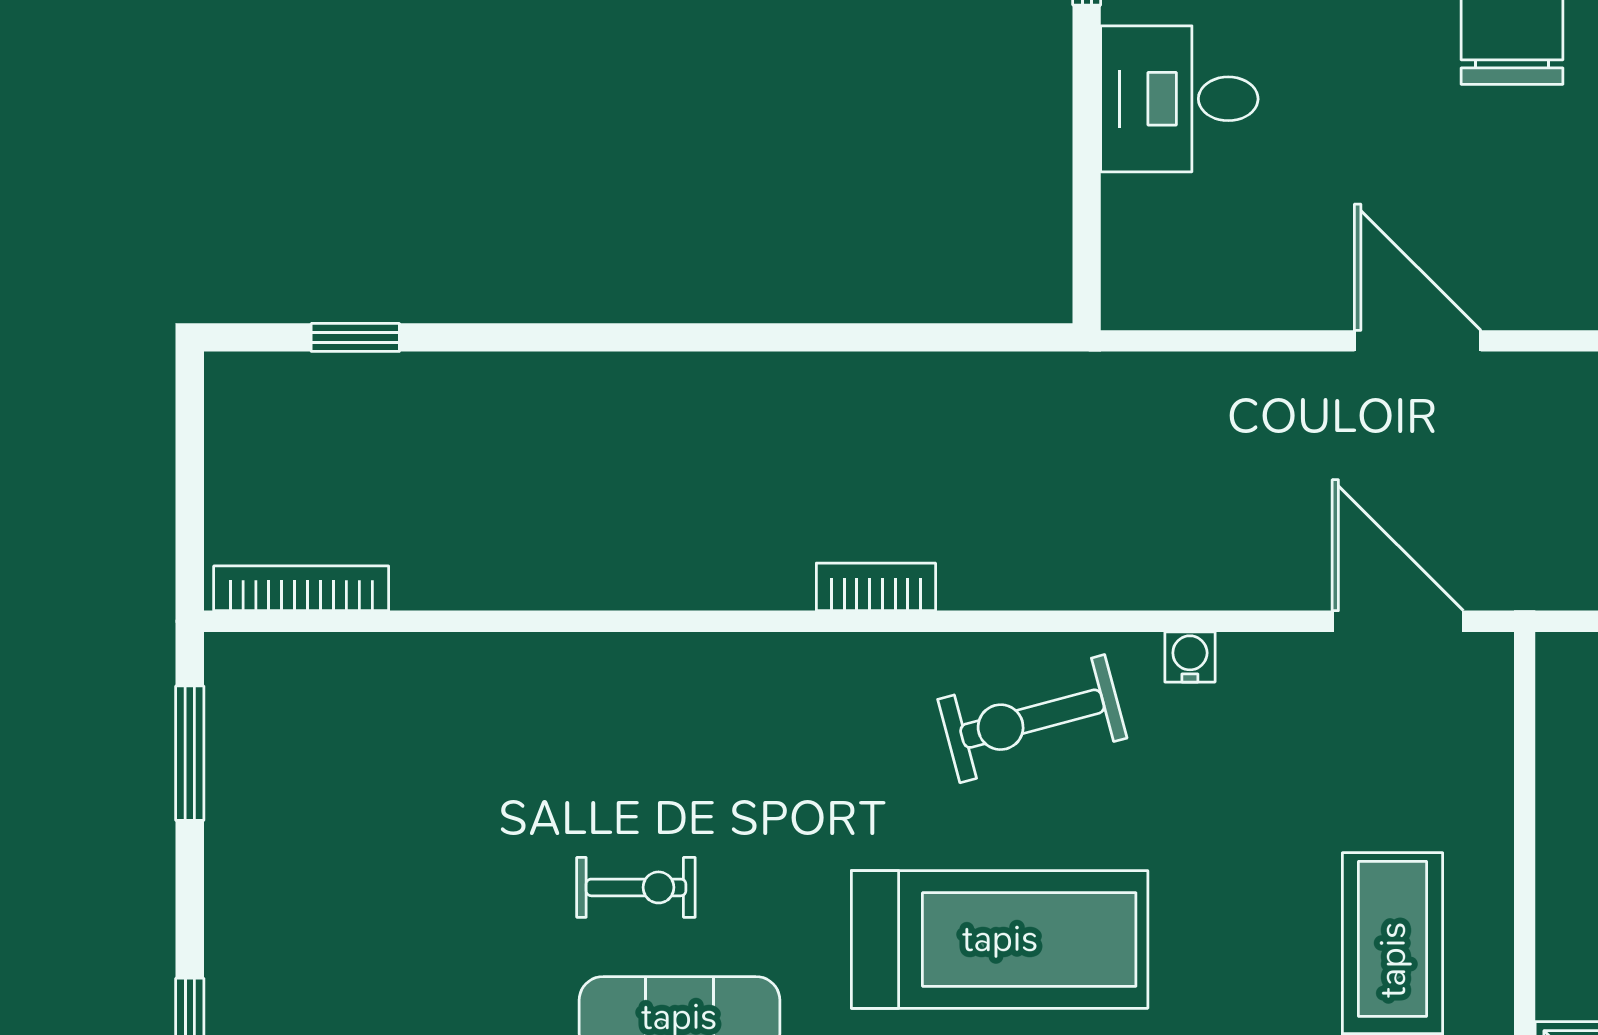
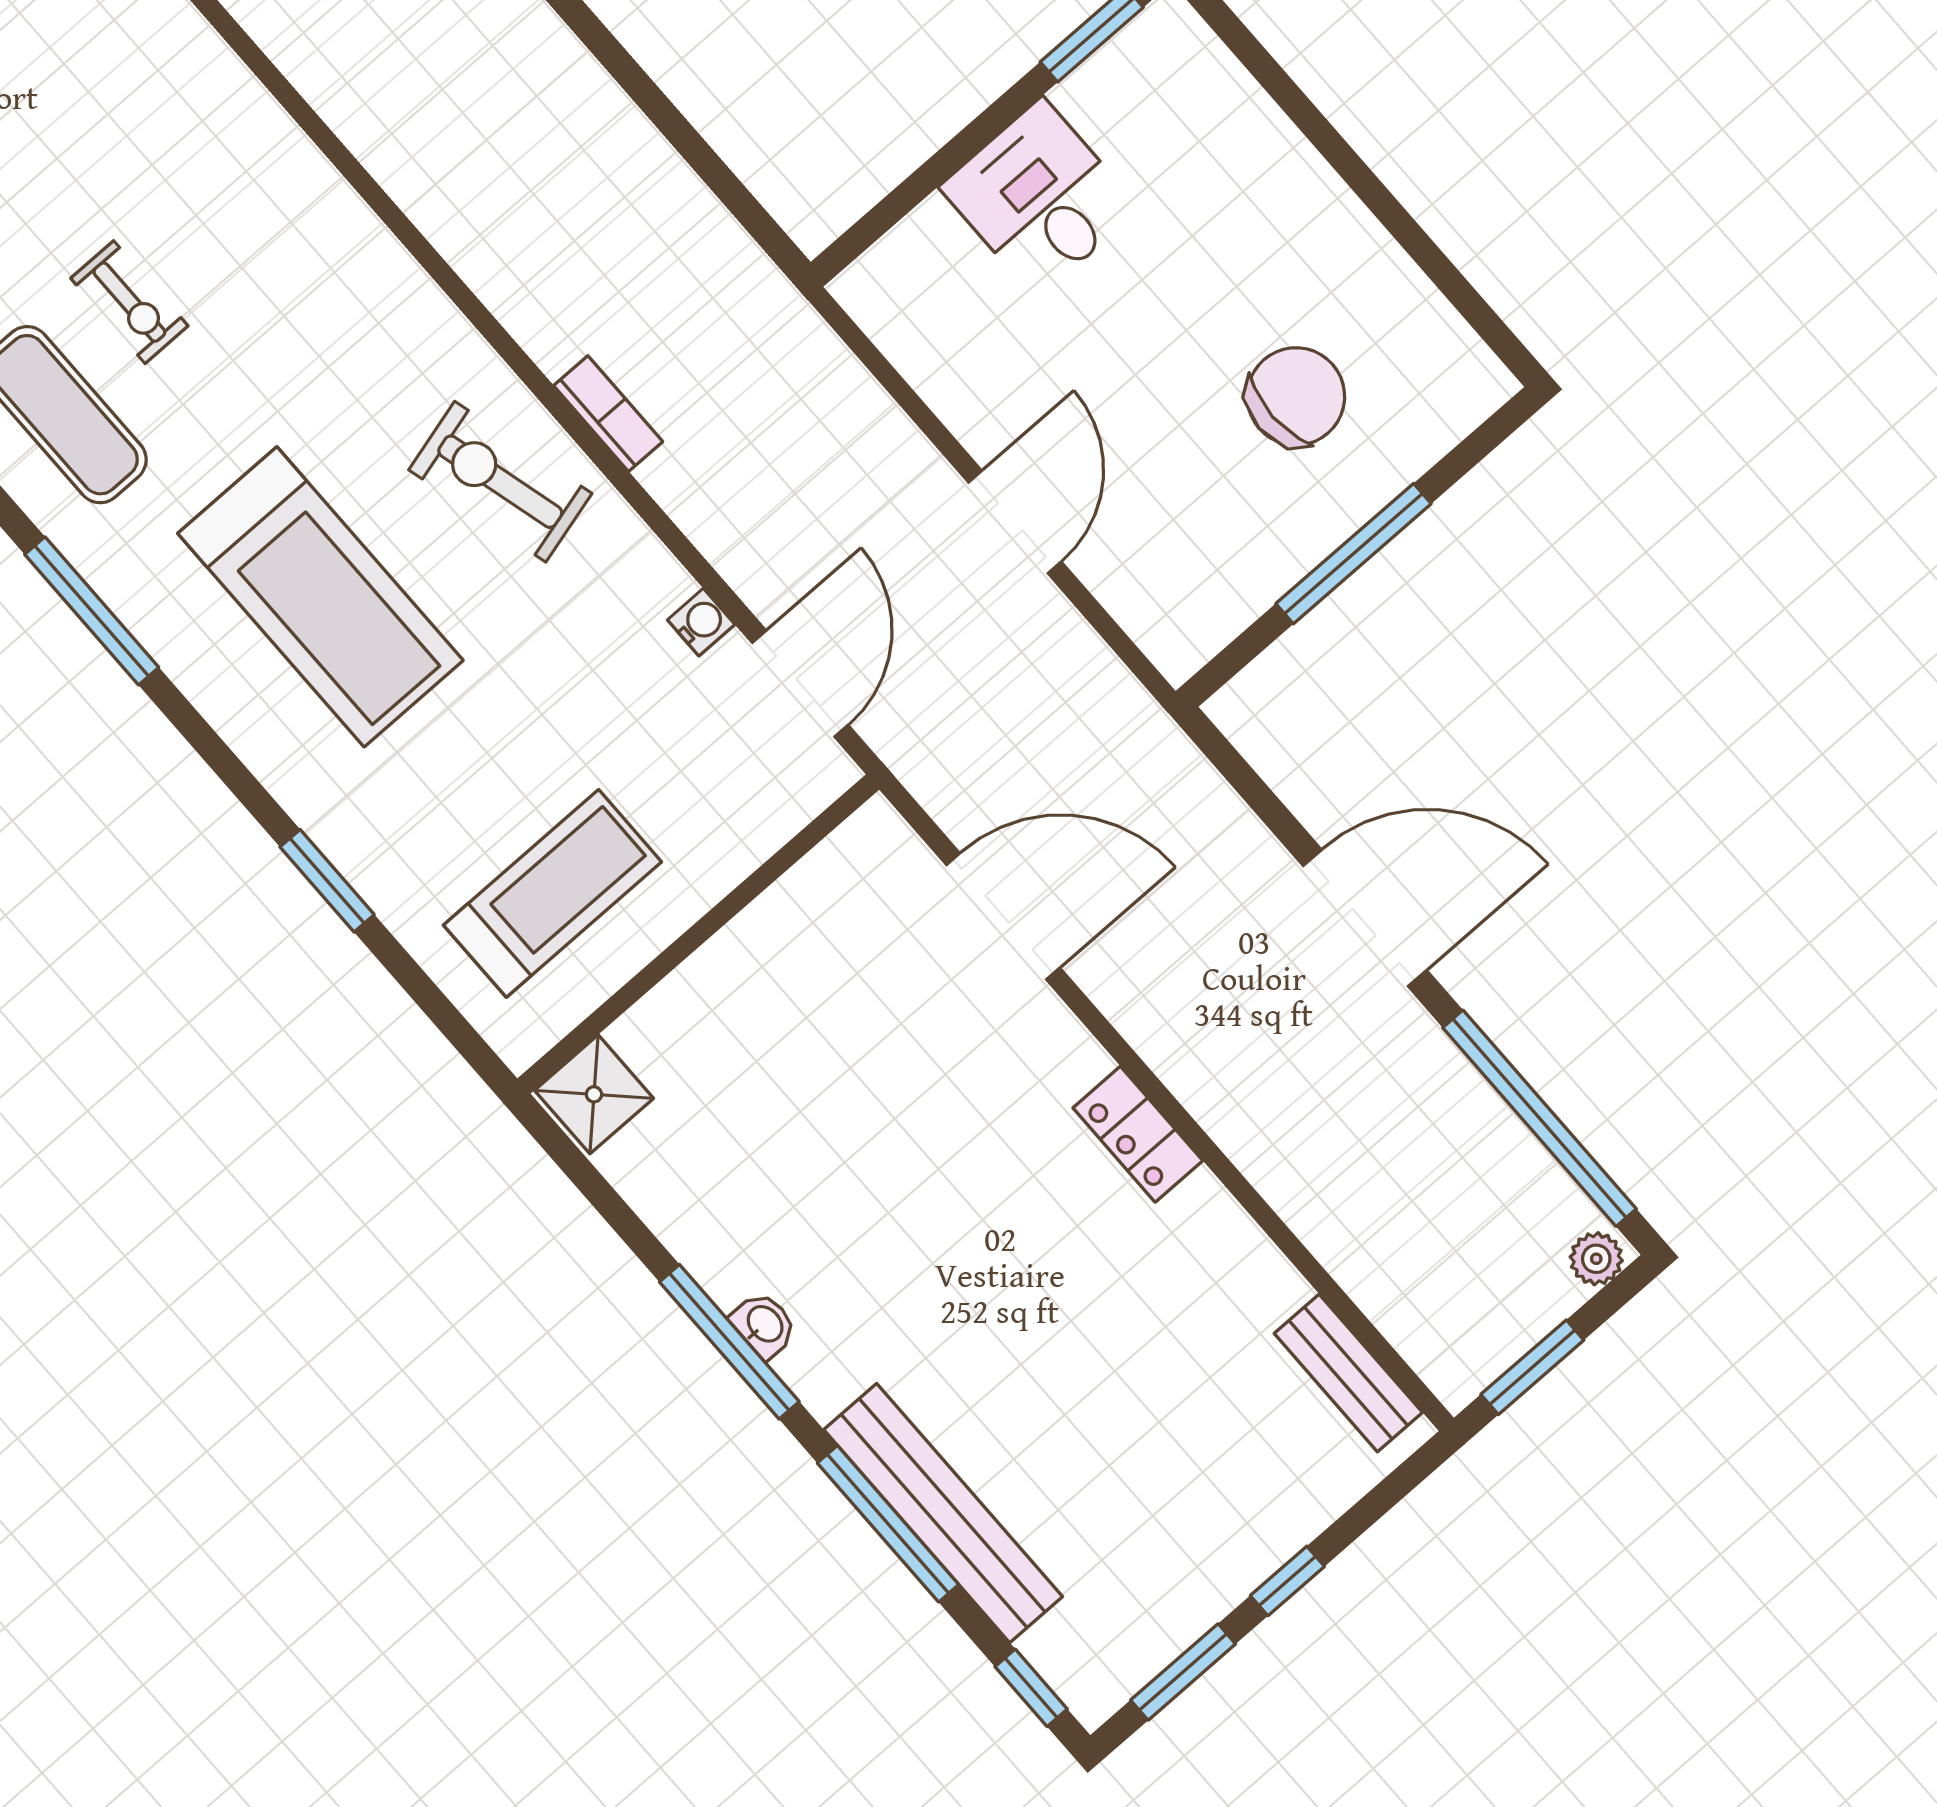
bookcase: (876, 587) -> (608, 414), moved
water cooler: (1190, 657) -> (701, 622), moved

